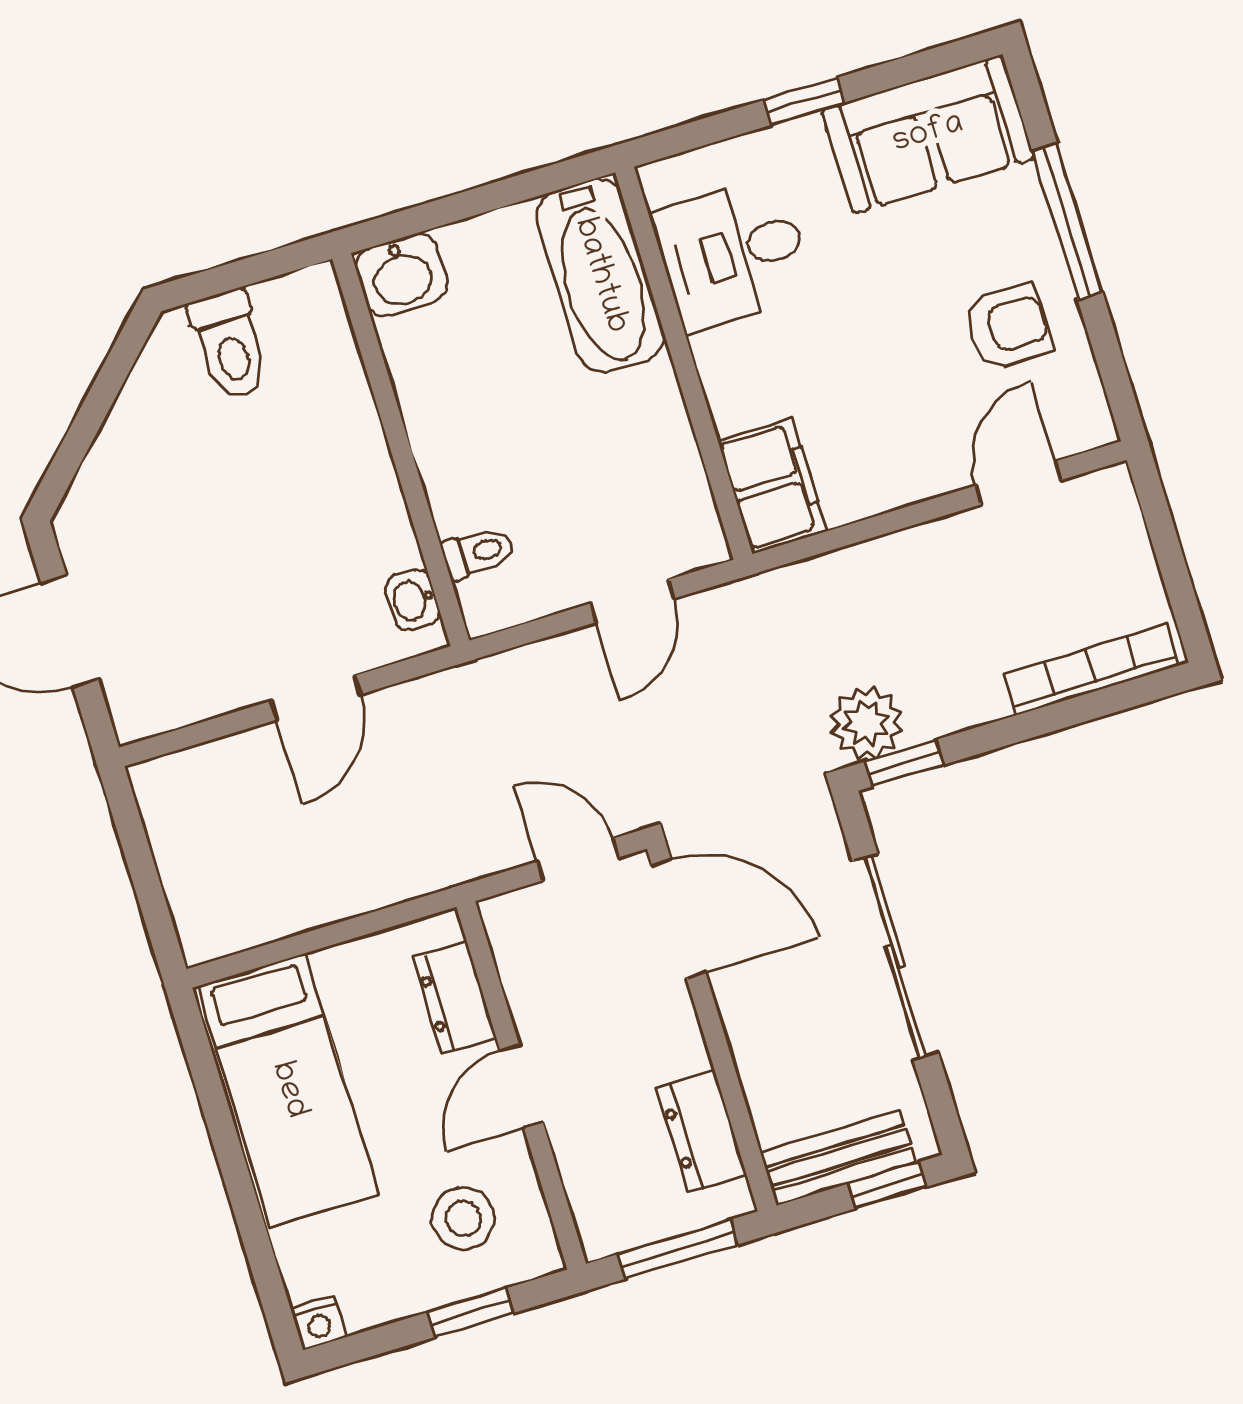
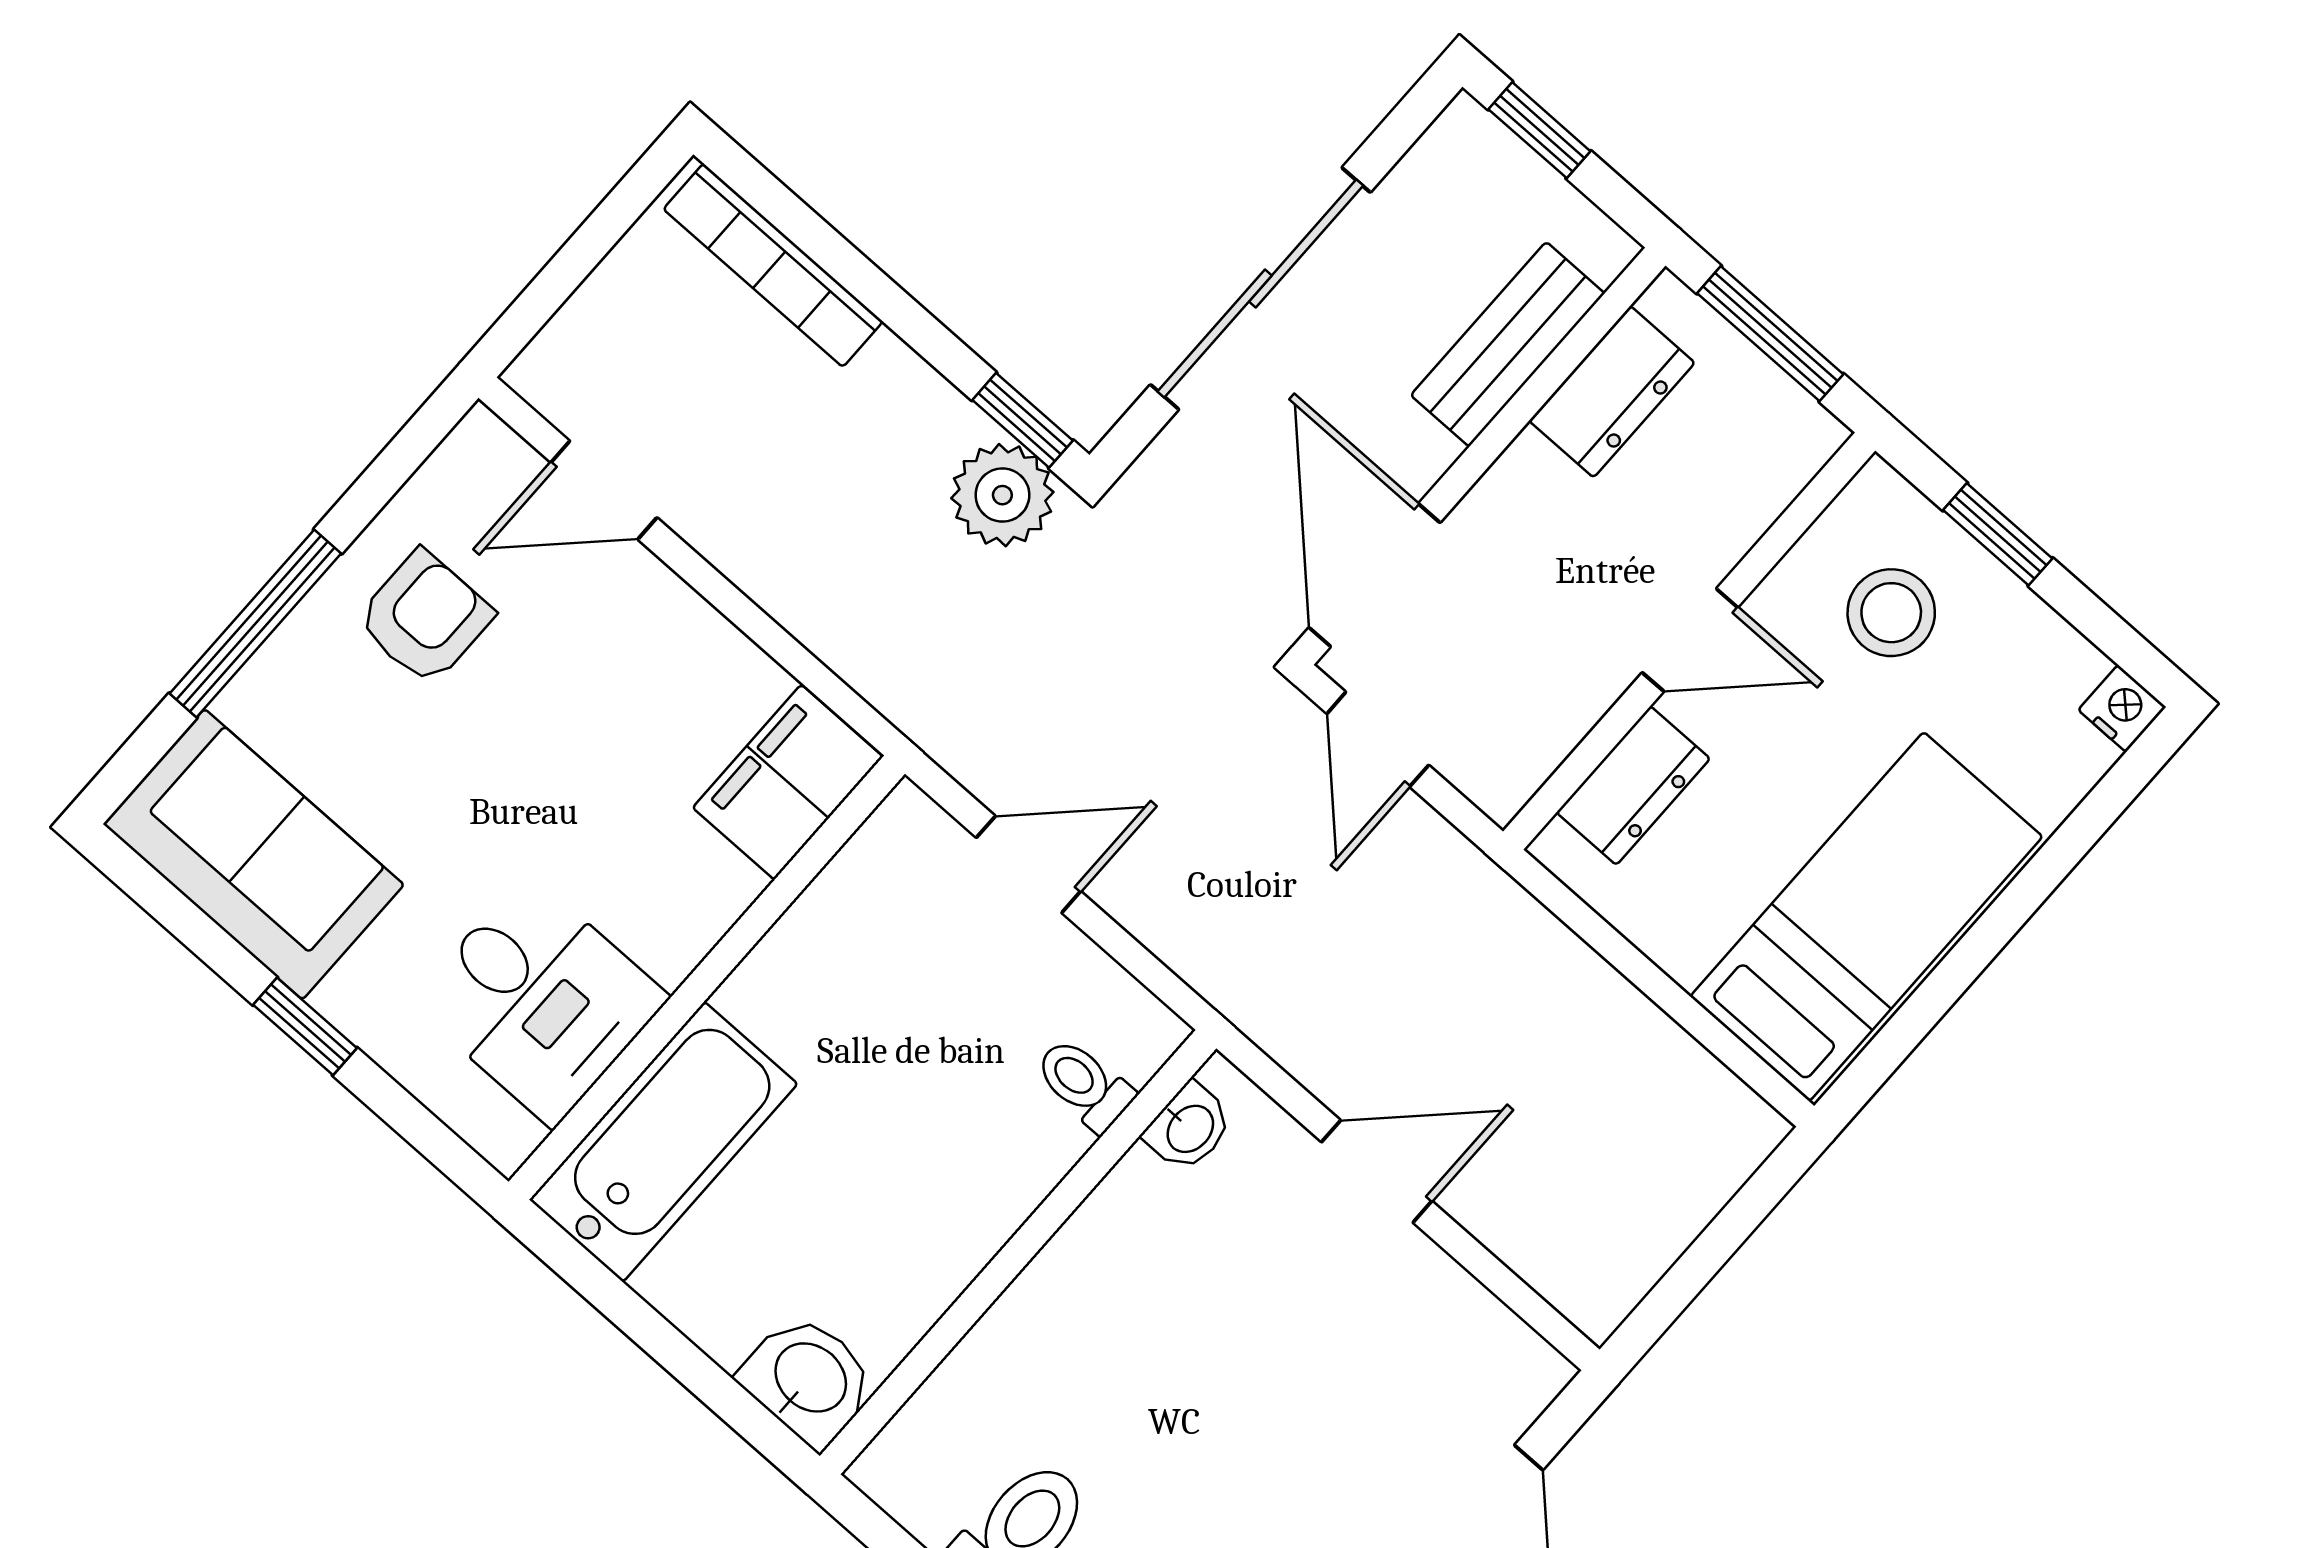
armchair: (1008, 327) -> (425, 618), turned 90
bench: (838, 1158) -> (1508, 344), moved, turned 90

